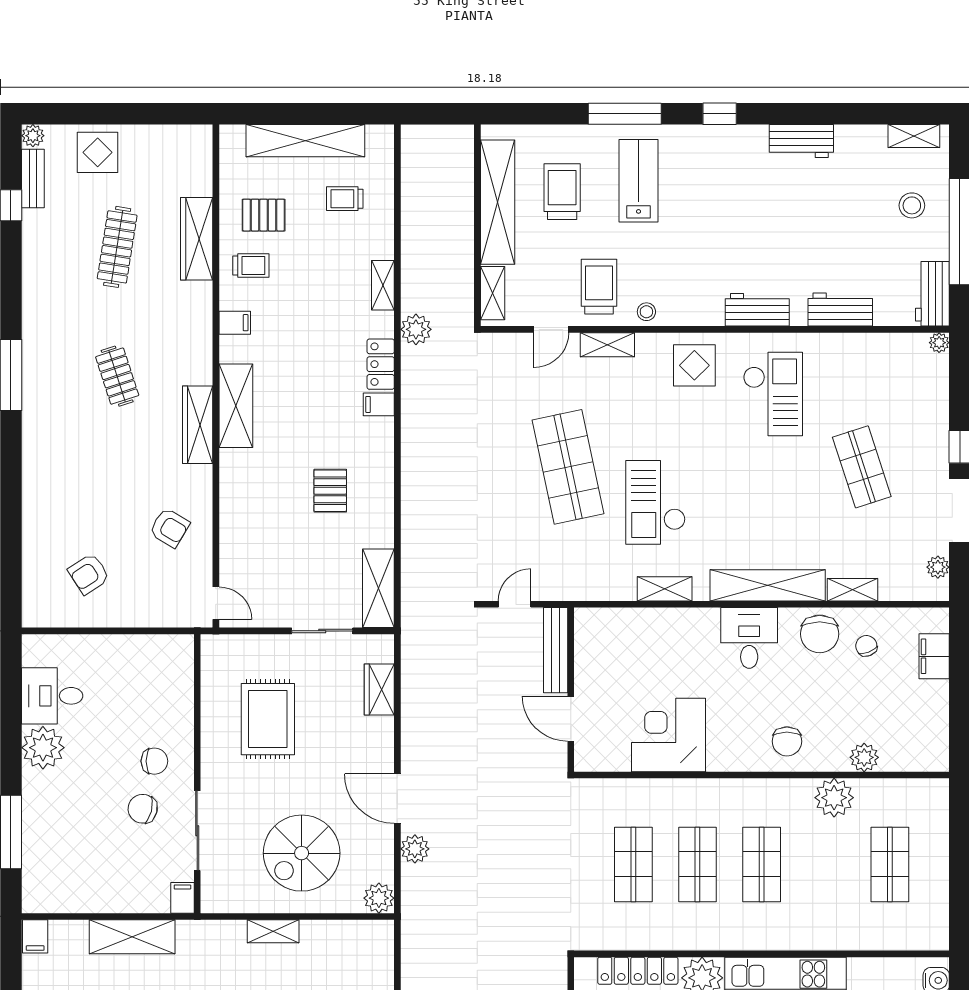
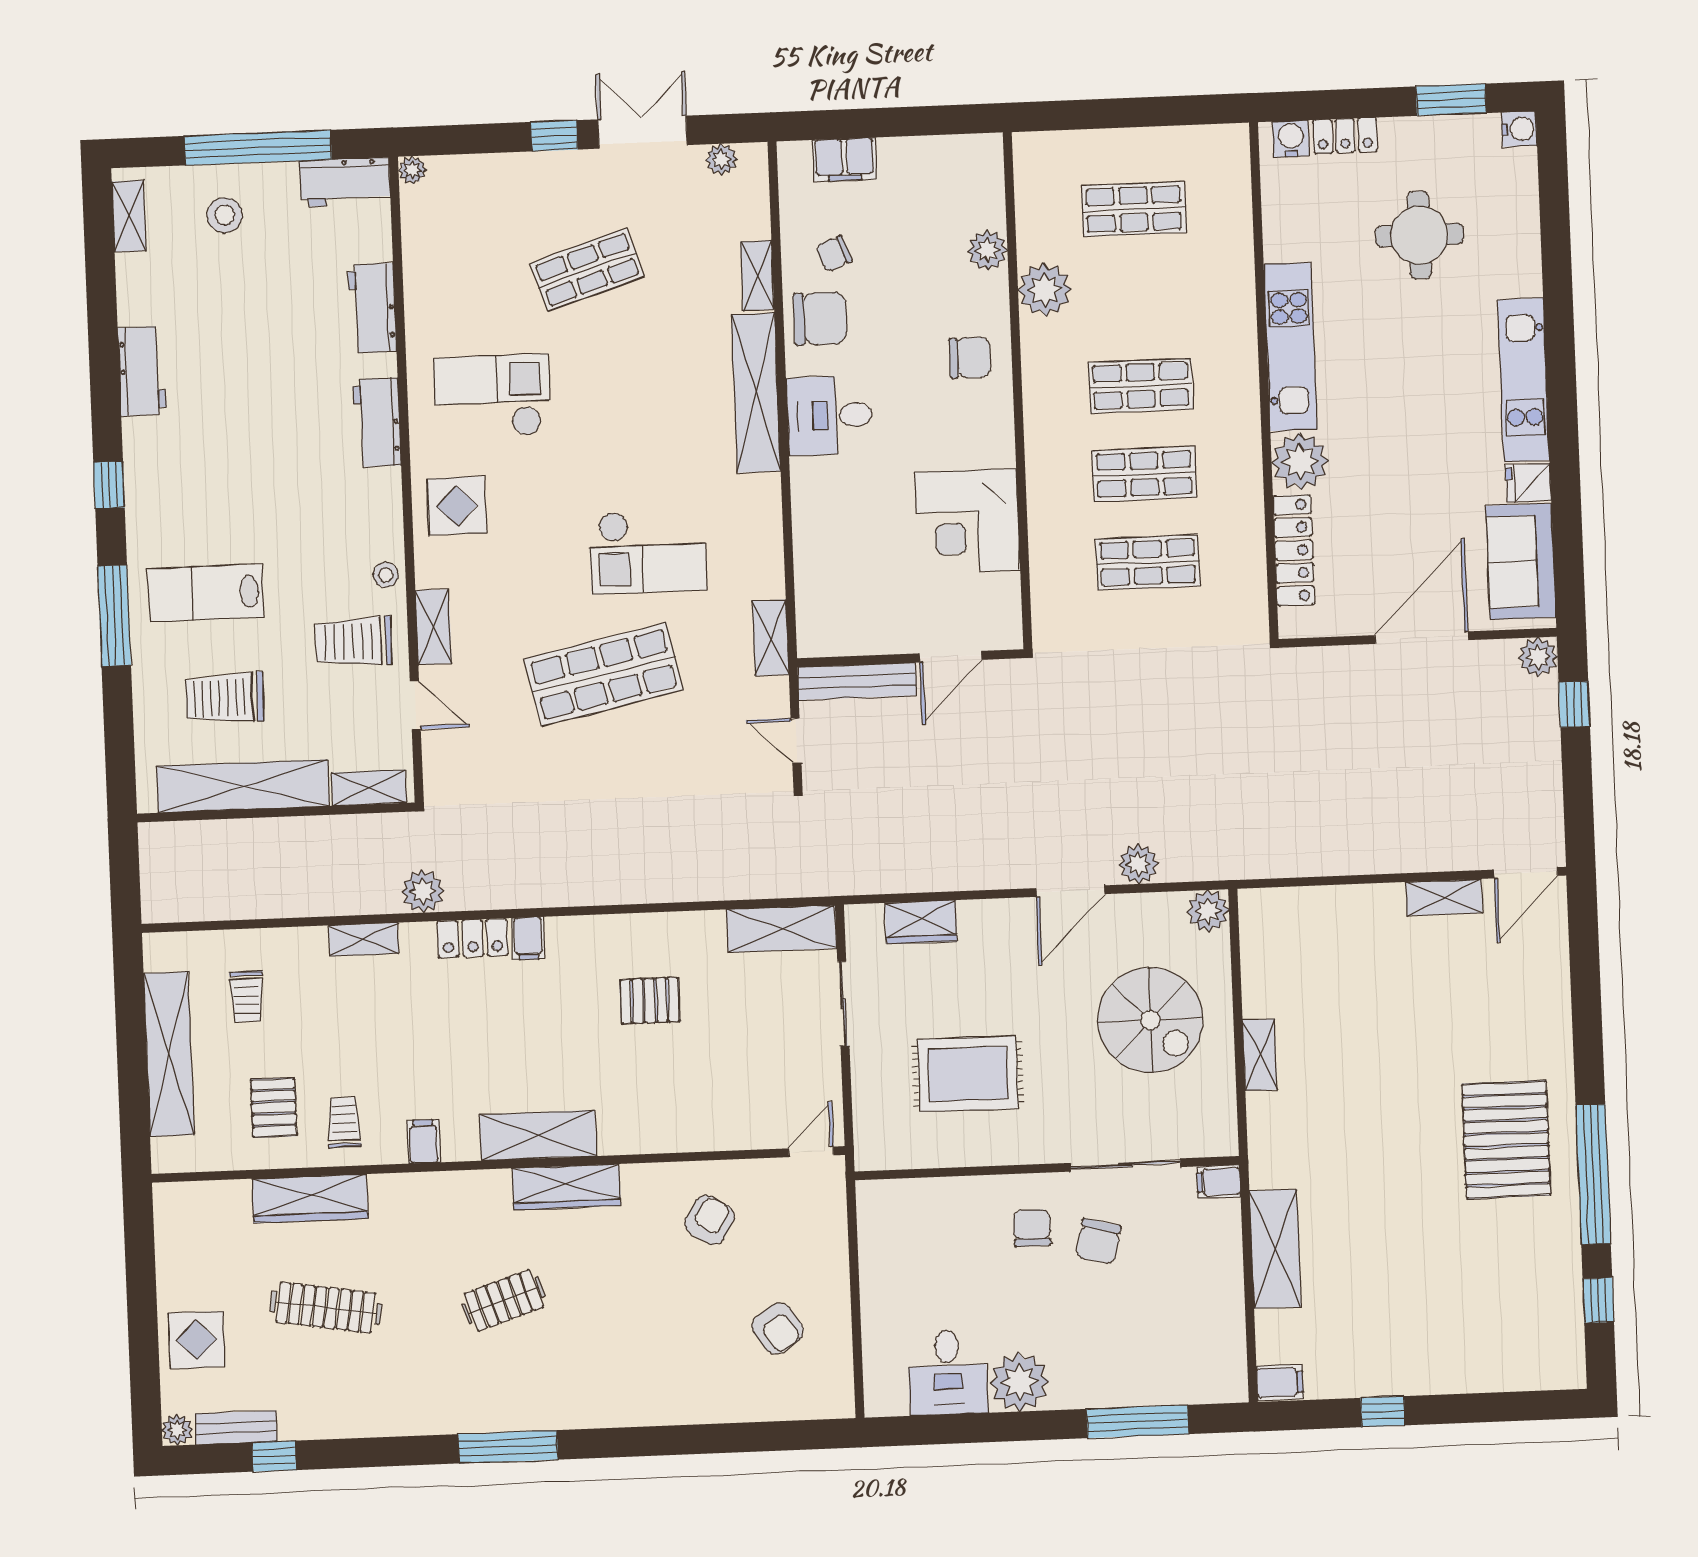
shelving: (665, 589) -> (771, 638), moved

